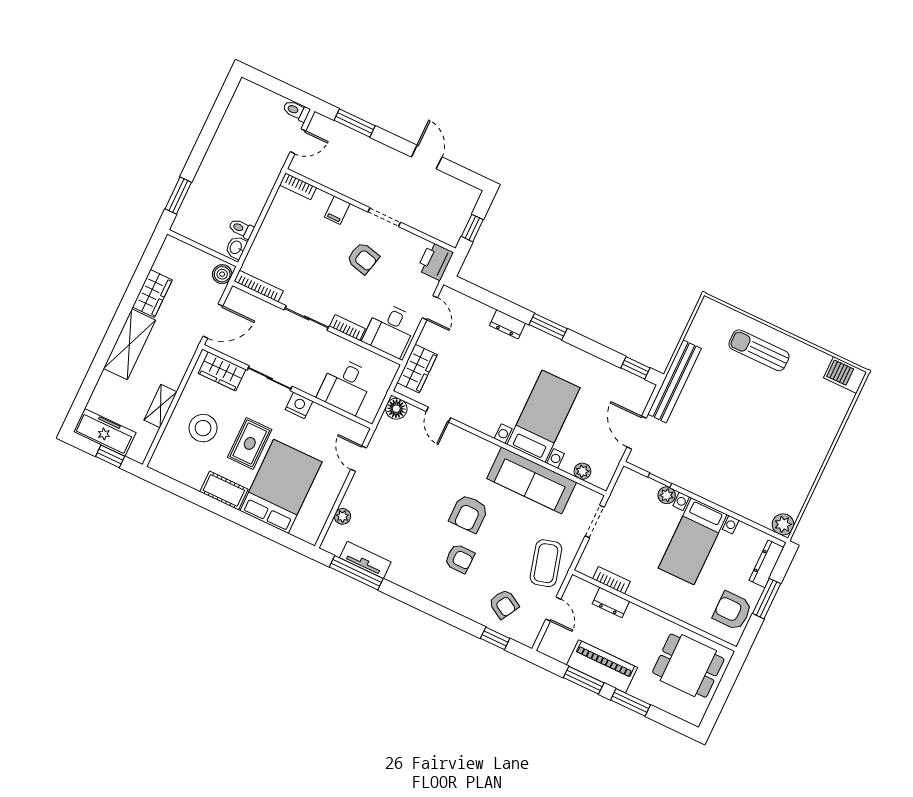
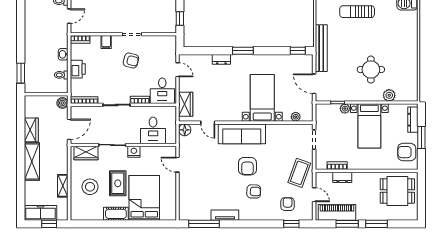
washbasin: (236, 248) -> (63, 54), moved
printer: (435, 261) -> (78, 69), moved, turned 180
round table: (737, 453) -> (371, 70), added
sofa: (532, 480) -> (242, 134), moved
plant: (342, 516) -> (183, 198), removed
plant: (783, 524) -> (389, 95), moved
tv unit: (365, 560) -> (225, 215), moved
coffee table: (546, 563) -> (299, 173), turned 35
armchair: (504, 604) -> (288, 204), turned -120
piano: (602, 666) -> (337, 212), moved

